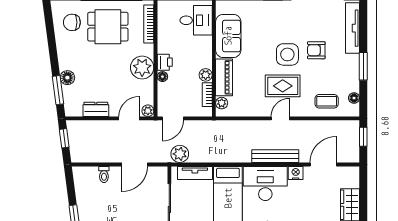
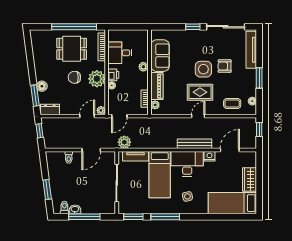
desk: (196, 20) -> (120, 53), moved, turned 180
chair: (72, 22) -> (74, 77), moved
plant: (206, 75) -> (143, 67), moved
dresser: (96, 109) -> (50, 109), moved

